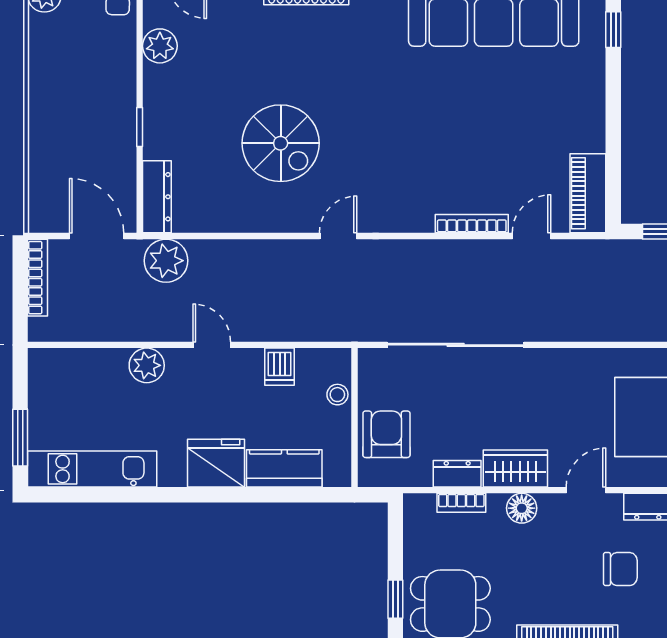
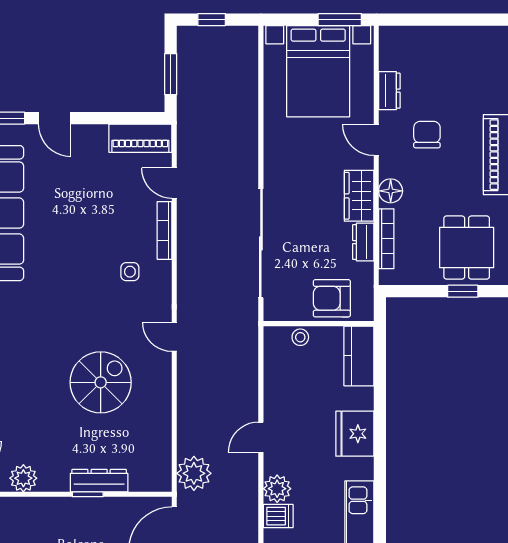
door: (613, 85) -> (55, 118), added
side table: (420, 180) -> (130, 272), added
dresser: (157, 197) -> (99, 481), moved
dishwasher: (280, 367) -> (278, 516), moved
kitchen counter: (284, 468) -> (359, 356), moved
bookcase: (461, 503) -> (386, 239), width x1.56
chair: (620, 569) -> (427, 135), moved

